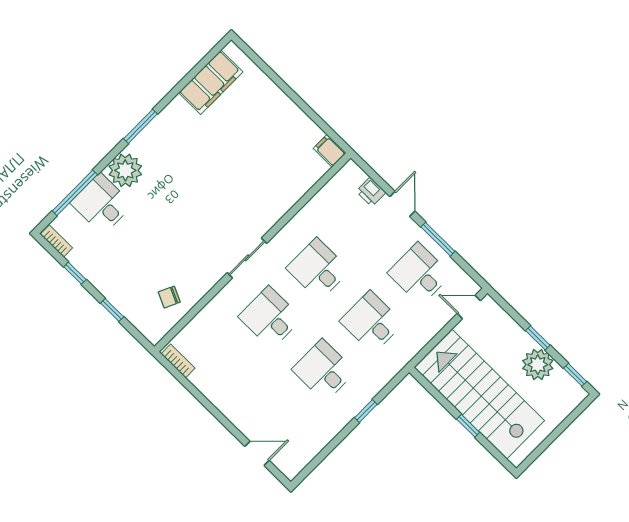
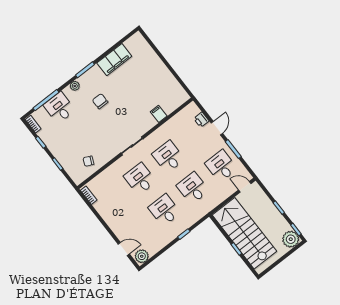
filing cabinet: (211, 82) -> (114, 60), moved
filing cabinet: (330, 151) -> (159, 114), moved
plant: (125, 170) -> (75, 86), width x0.53, depth x0.53
chair: (177, 182) -> (100, 101), added
plant: (538, 365) -> (291, 239), moved
plant: (292, 463) -> (142, 256), added

